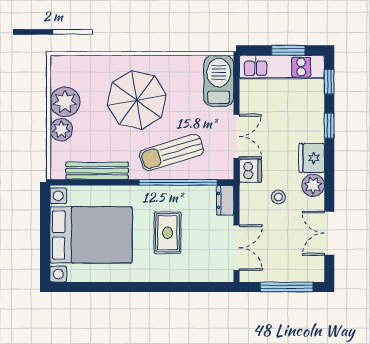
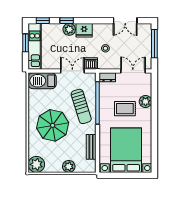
plant: (65, 102) -> (36, 164), moved
bench: (97, 171) -> (91, 147), width x0.73
plant: (313, 185) -> (69, 29), moved
plant: (181, 271) -> (146, 102), added

